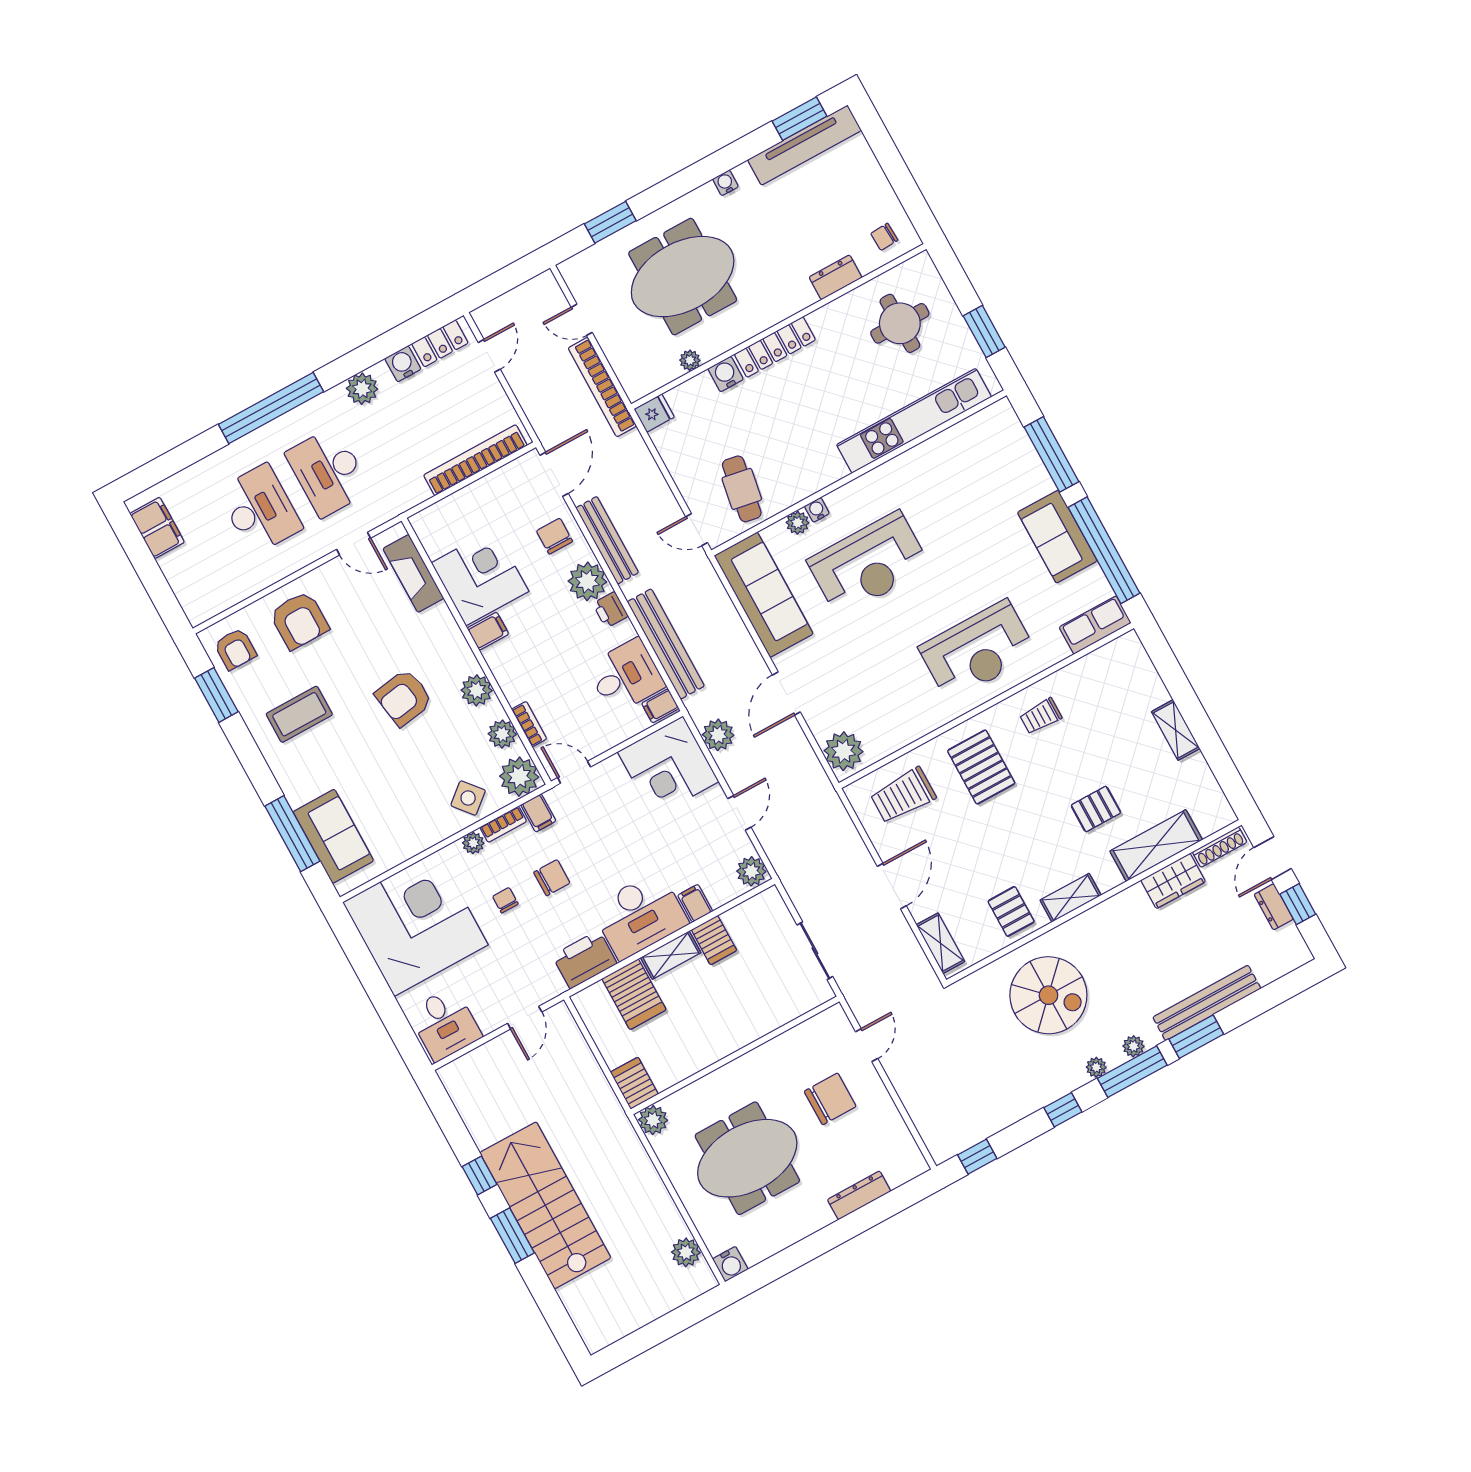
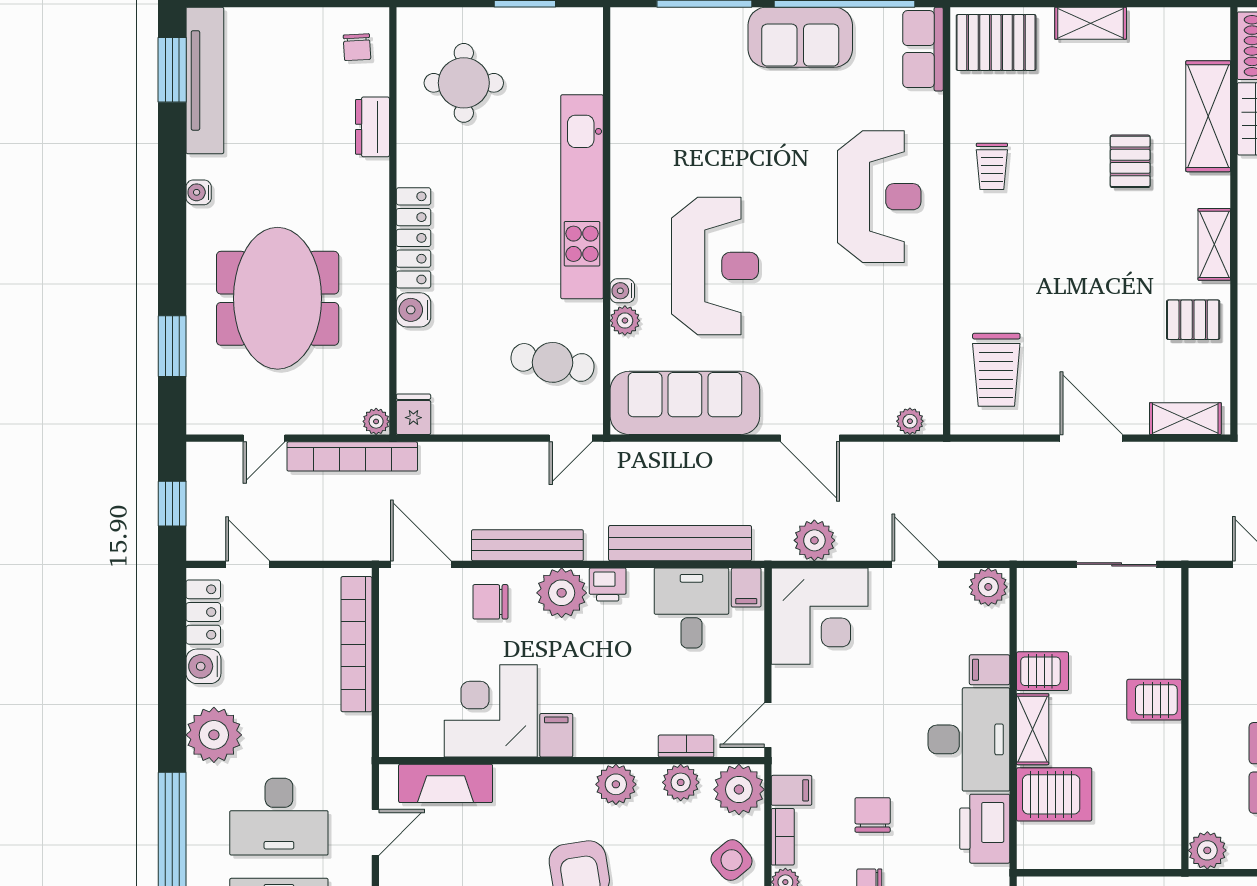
window: (502, 281) -> (172, 504), added
plant: (690, 360) -> (376, 421), moved
plant: (362, 389) -> (214, 735), width x1.36, depth x1.36
kitchen unit: (914, 421) -> (582, 197), moved
plant: (843, 751) -> (910, 421), width x0.53, depth x0.53
pallet: (981, 767) -> (996, 42), moved
server rack: (634, 1083) -> (1154, 700), moved

